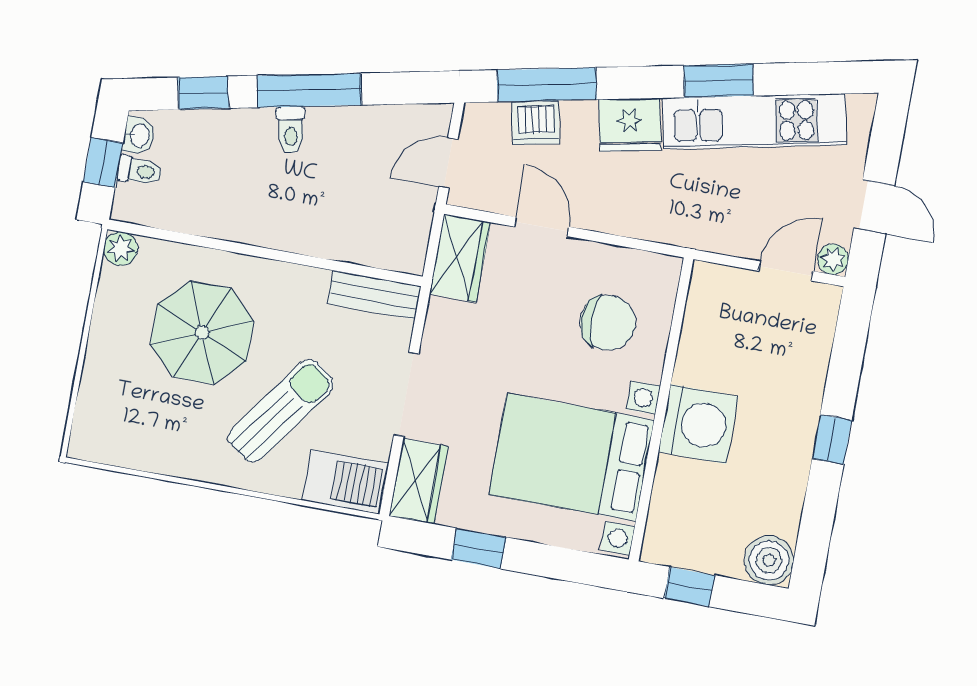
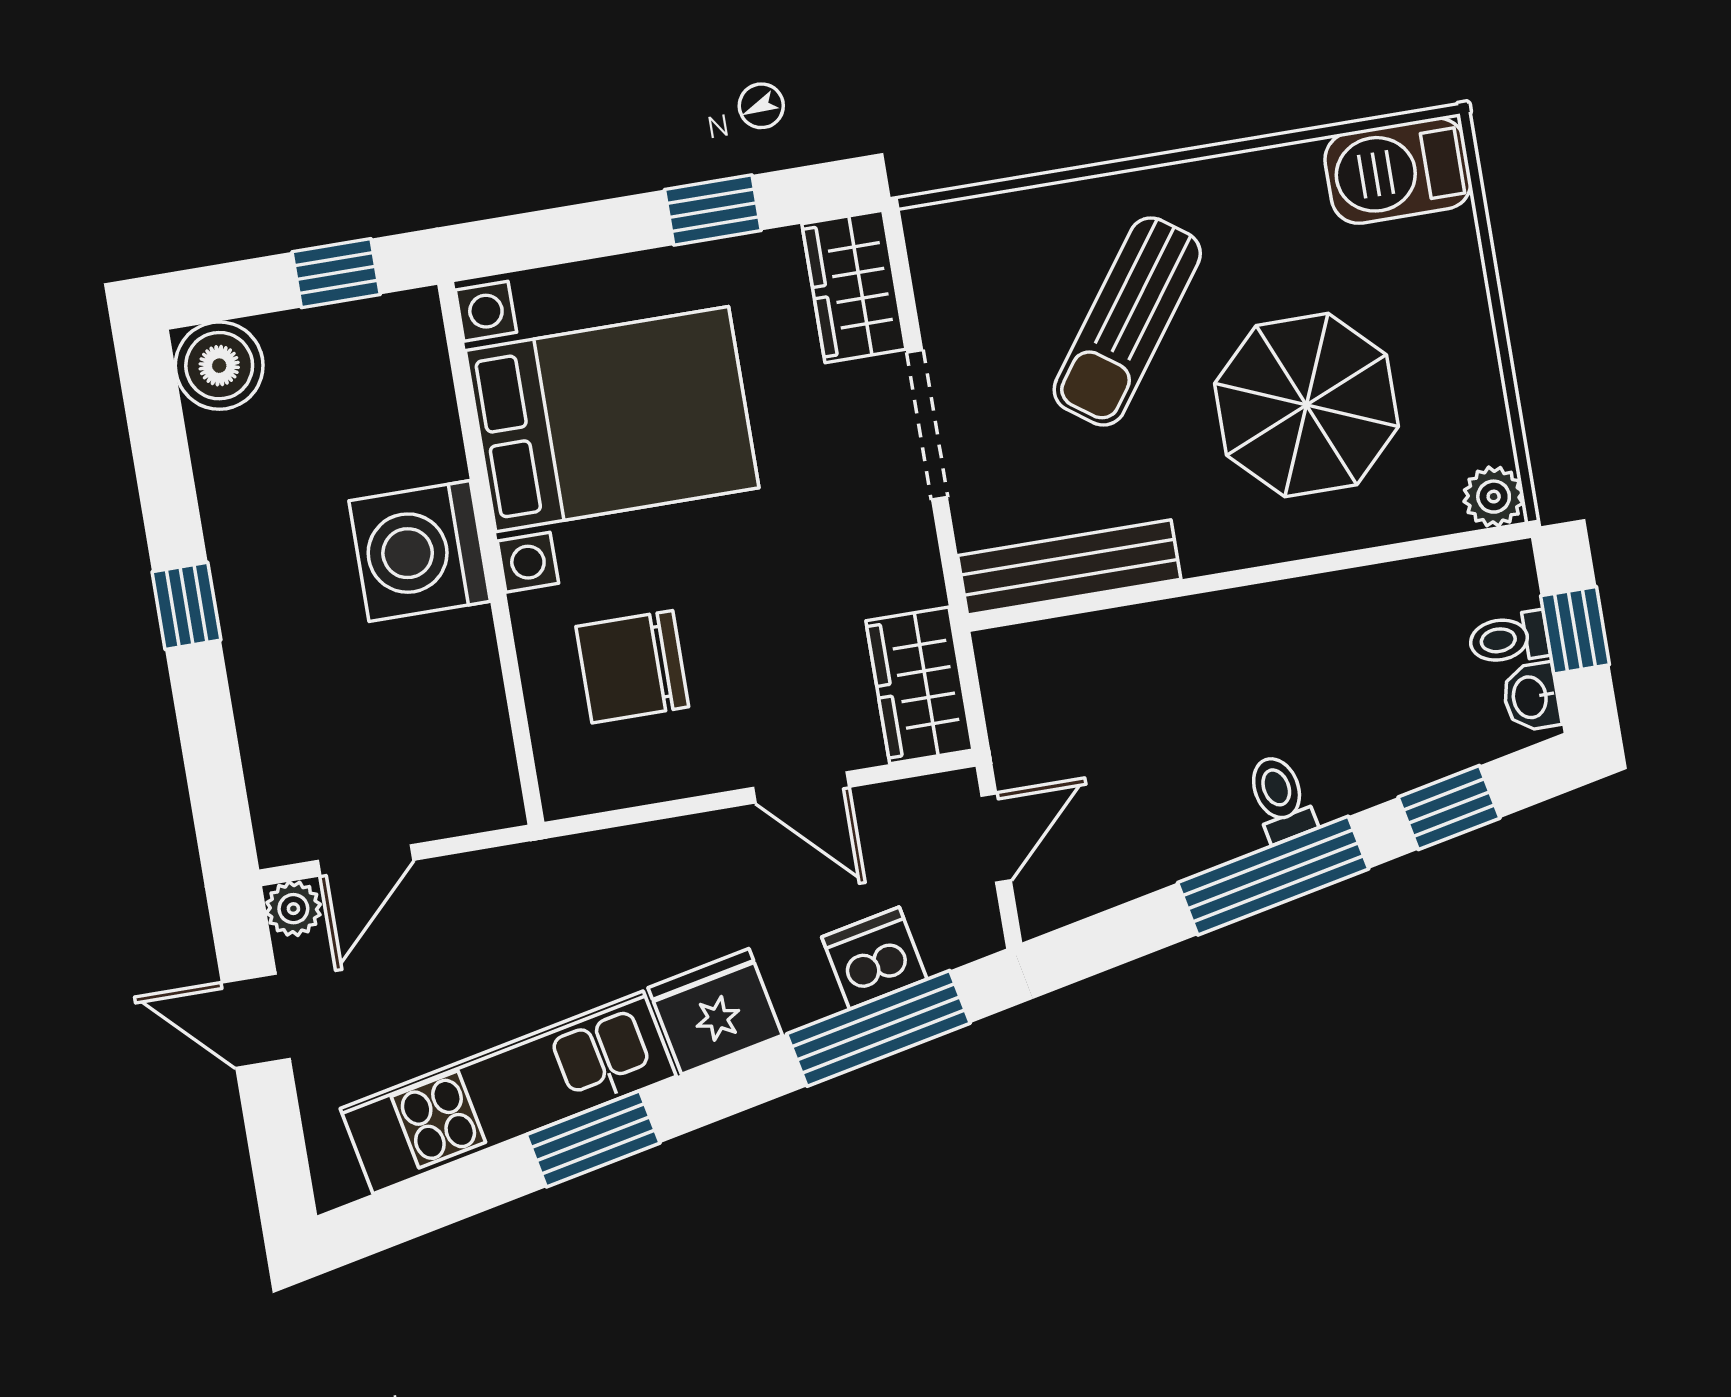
bench: (374, 295) -> (1069, 567), width x1.36
barbecue: (345, 482) -> (1398, 171), moved

